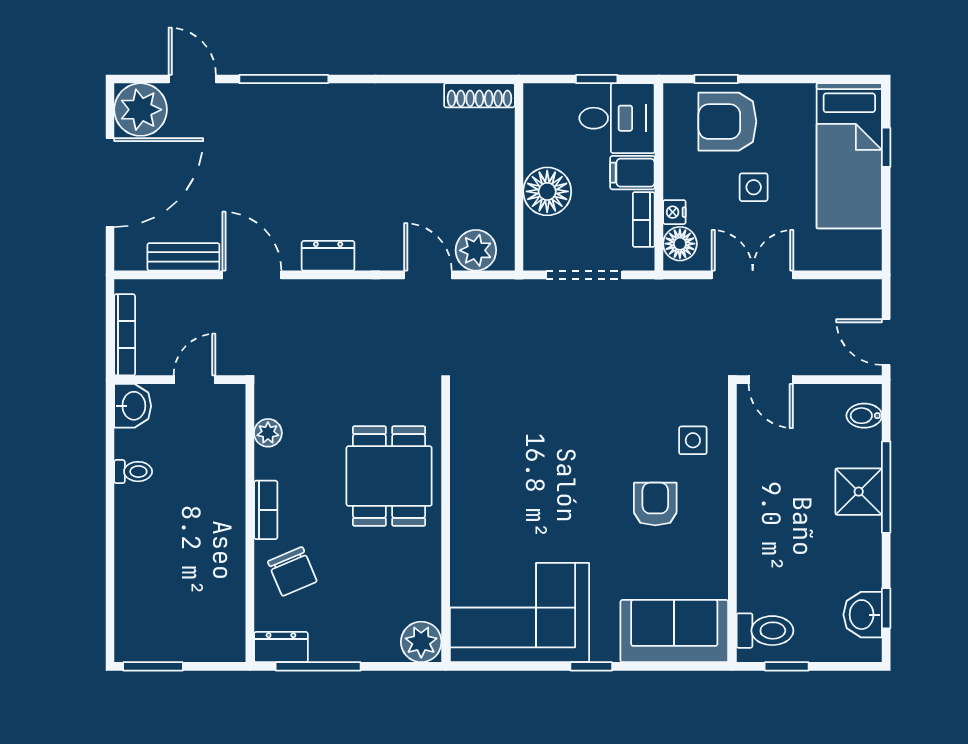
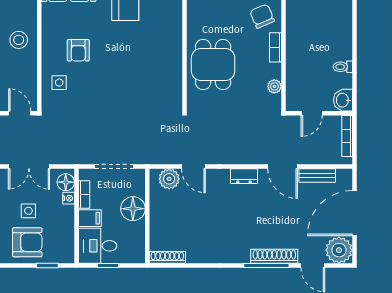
shoe rack: (268, 97) -> (274, 256), added
armchair: (727, 122) -> (27, 242), moved
stool: (773, 525) -> (19, 40), added

